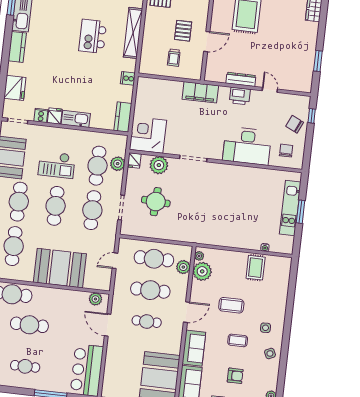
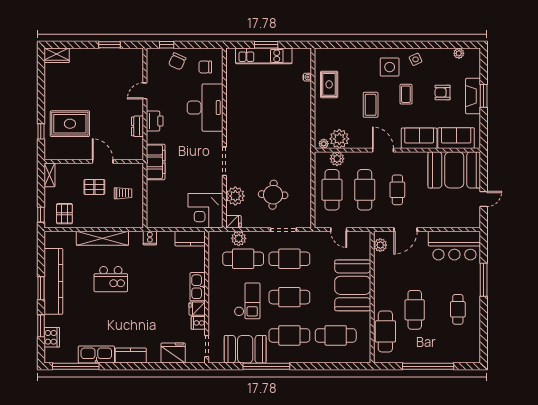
dresser: (241, 79) -> (137, 126), width x0.70
rug: (256, 268) -> (329, 84), turned 90
side table: (266, 328) -> (390, 67), width x1.87, depth x1.87
armchair: (235, 376) -> (443, 92), turned -90

